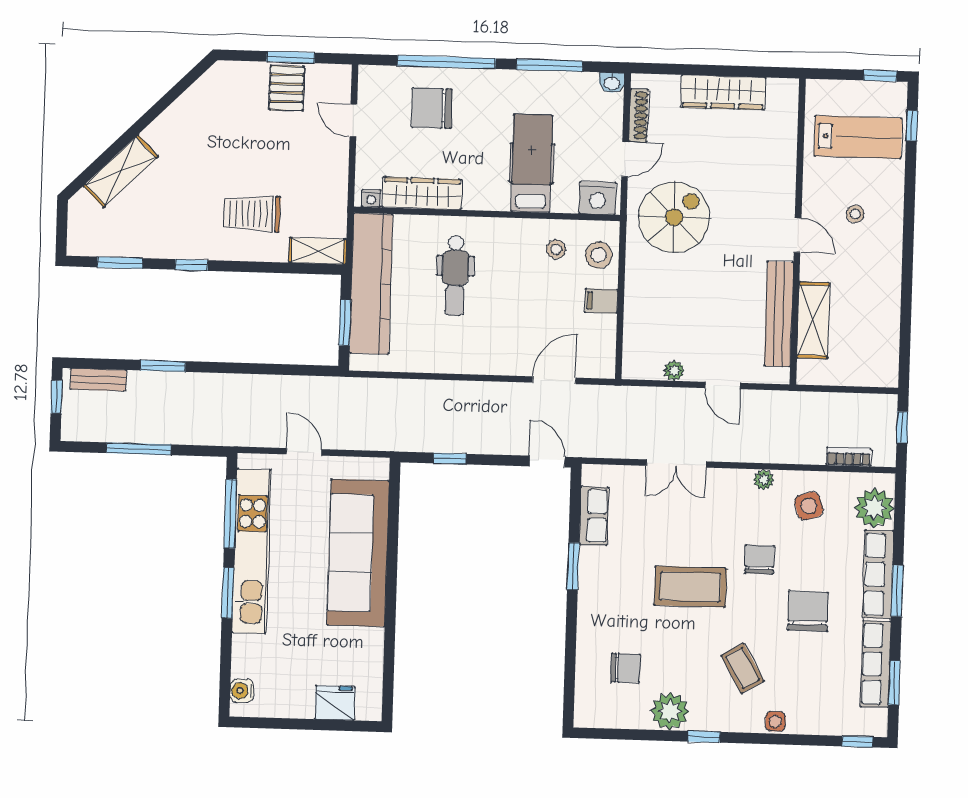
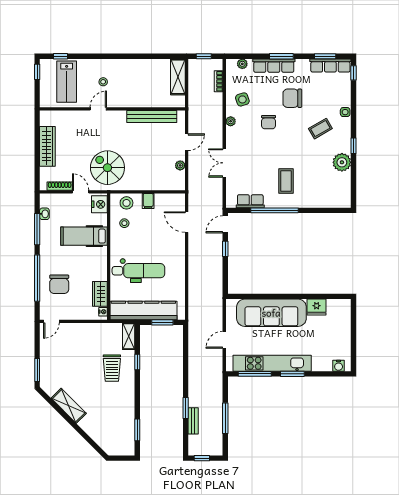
window: (291, 57) -> (37, 370), moved
washbasin: (612, 83) -> (44, 214), moved
pallet: (287, 88) -> (52, 353), removed
door: (353, 120) -> (51, 321), moved
lab bench: (858, 137) -> (67, 82), turned 180
shelving: (121, 171) -> (69, 406), moved
wardrobe: (422, 193) -> (100, 294), width x0.67
door: (798, 235) -> (98, 109), moved
window: (192, 265) -> (137, 362), moved
dental chair: (455, 276) -> (138, 271), width x1.36, depth x1.38
shelving: (813, 320) -> (178, 77), moved, turned 90
bench: (98, 380) -> (193, 421), moved
window: (450, 459) -> (225, 249), moved
double door: (676, 464) -> (224, 163), swing flipped
plant: (874, 508) -> (242, 64), width x0.53, depth x0.53
chair: (759, 559) -> (269, 122), turned -90
window: (573, 566) -> (275, 210), width x2.11
coffee table: (690, 587) -> (286, 181), moved, width x0.73, depth x0.76
row of seats: (876, 664) -> (330, 65), moved
chair: (626, 668) -> (322, 184), removed
fridge: (335, 703) -> (317, 307), moved, turned -90

